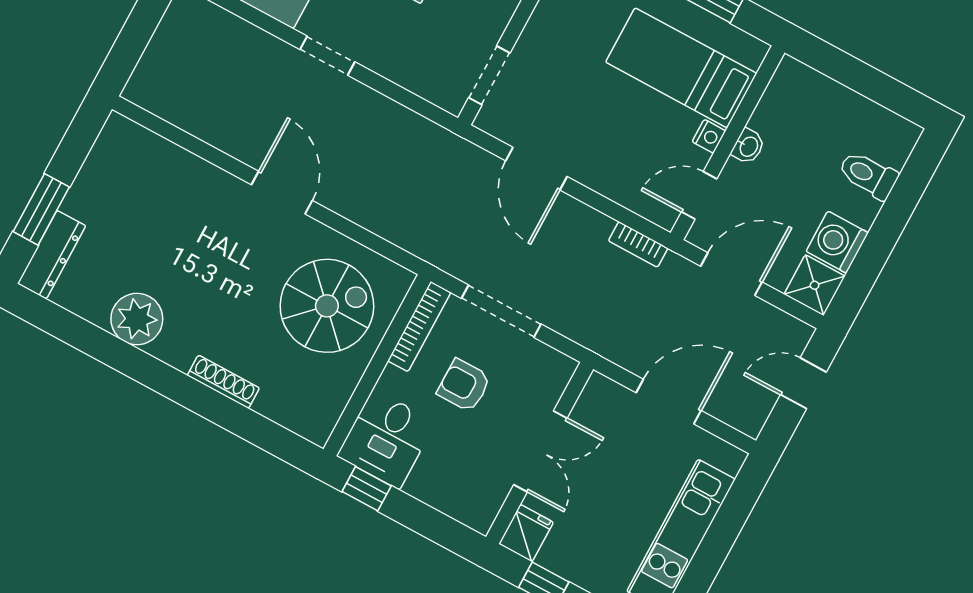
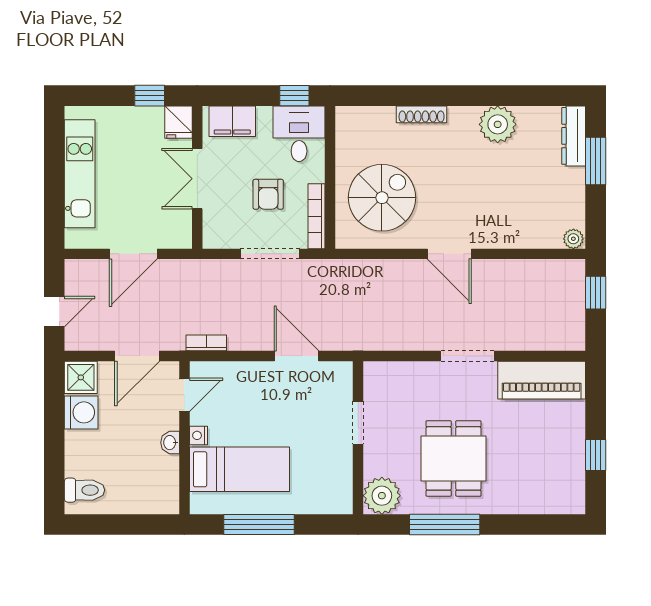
window: (128, 48) -> (596, 293), added
doorway: (327, 56) -> (467, 356), width x1.38
doorway: (489, 75) -> (358, 423), moved
plant: (120, 129) -> (573, 239), added
toilet: (868, 175) -> (85, 490), moved
spiral stairs: (327, 306) -> (382, 198), turned 180
armchair: (464, 385) -> (268, 194), turned 90
filing cabinet: (460, 499) -> (232, 121), added

